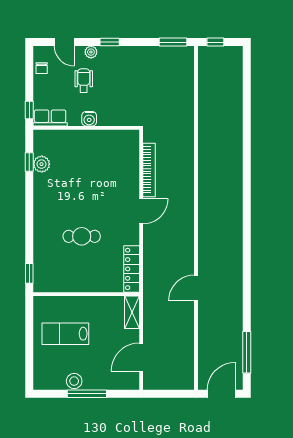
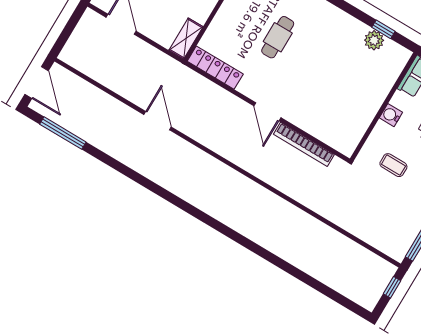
coffee table: (125, 95) -> (393, 165), added
shelving: (132, 312) -> (186, 38), moved, turned 90

